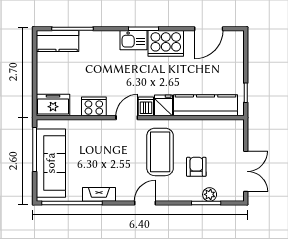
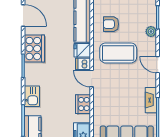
kitchen sink: (133, 40) -> (32, 96), moved
armchair: (196, 167) -> (111, 24), moved
plant: (210, 194) -> (151, 31), moved

